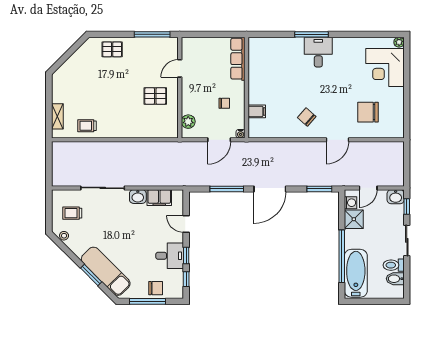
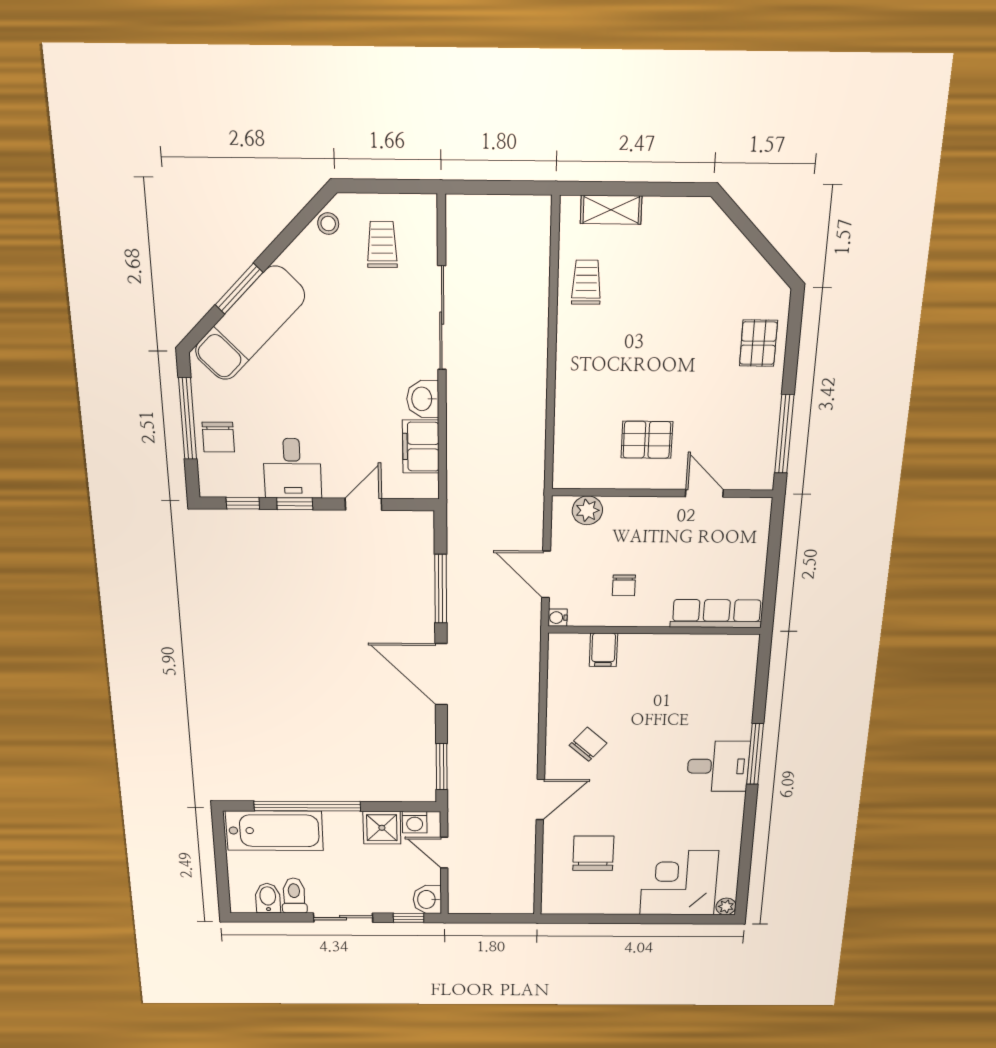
pallet: (155, 96) -> (647, 440), turned 90
door: (337, 140) -> (540, 800), swing flipped

